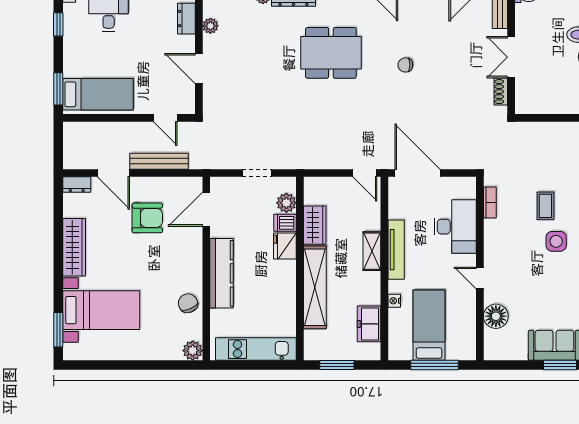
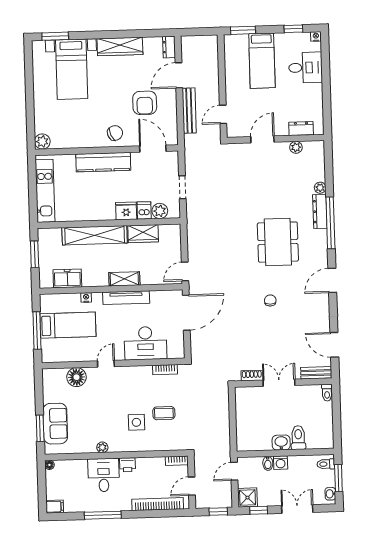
bed: (98, 94) -> (262, 61), moved
chair: (188, 303) -> (115, 133), moved

